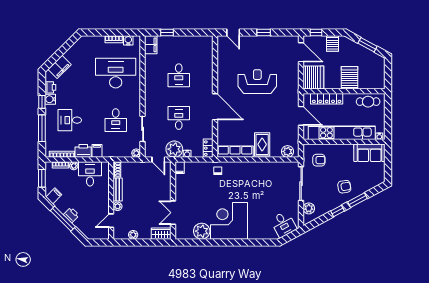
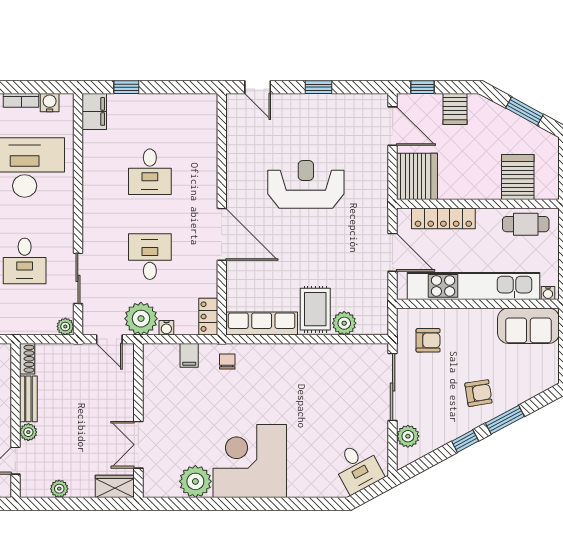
server rack: (349, 78) -> (518, 177), moved
plant: (287, 151) -> (344, 323), moved
filing cabinet: (180, 168) -> (189, 355), moved

